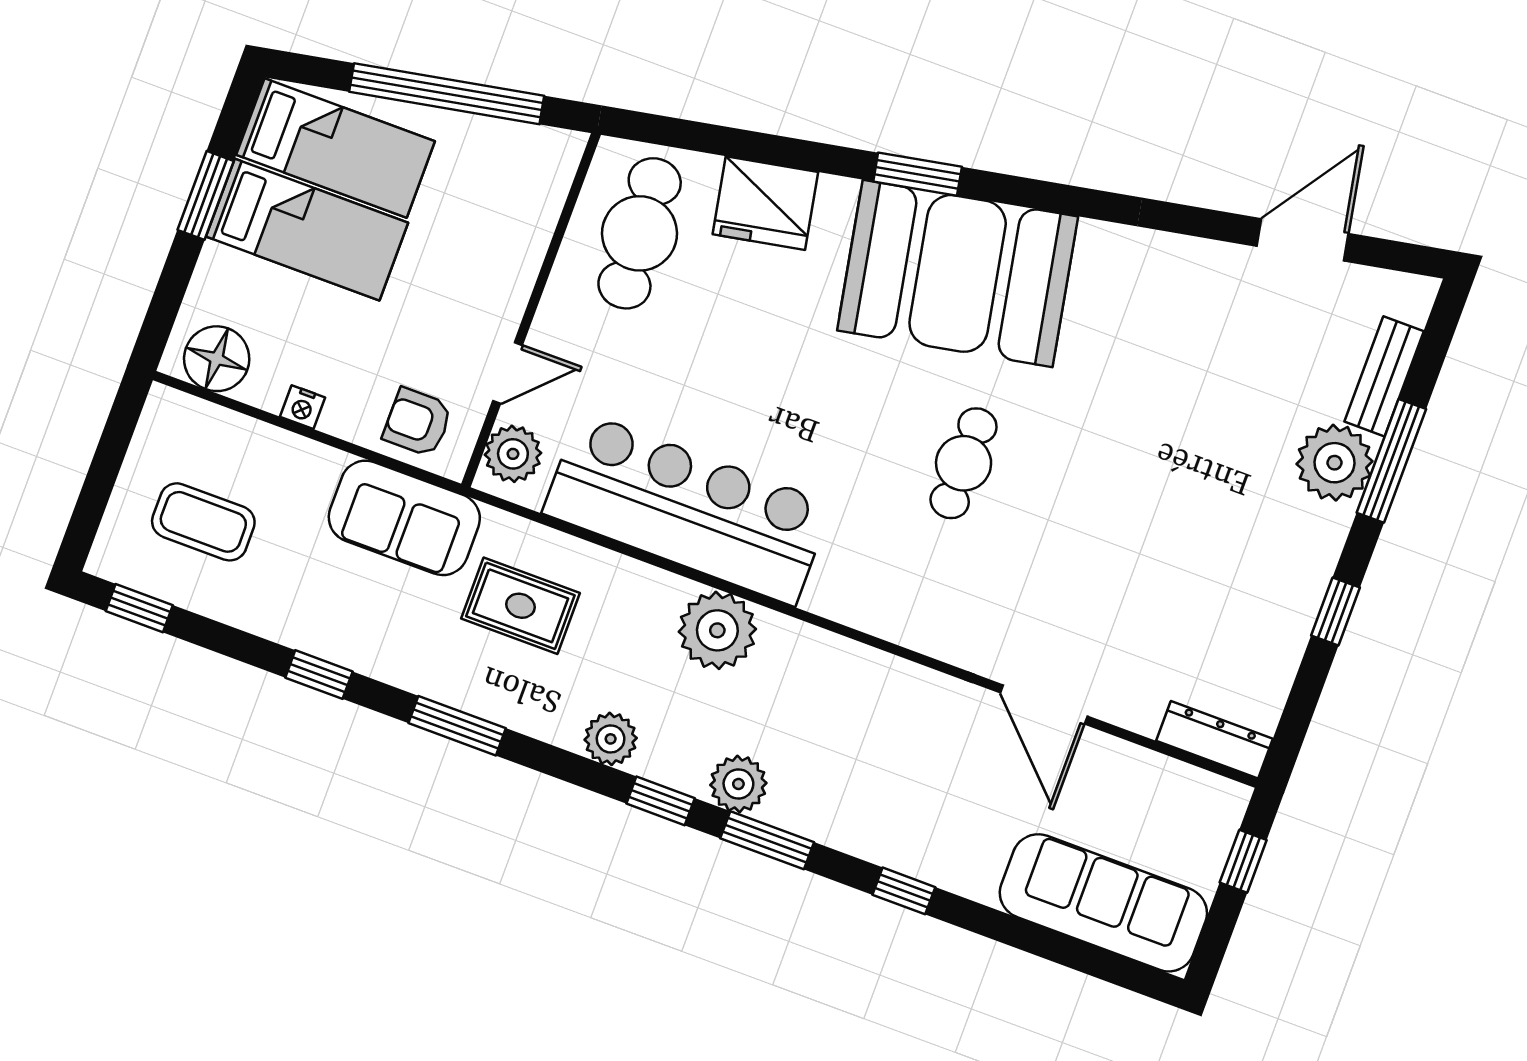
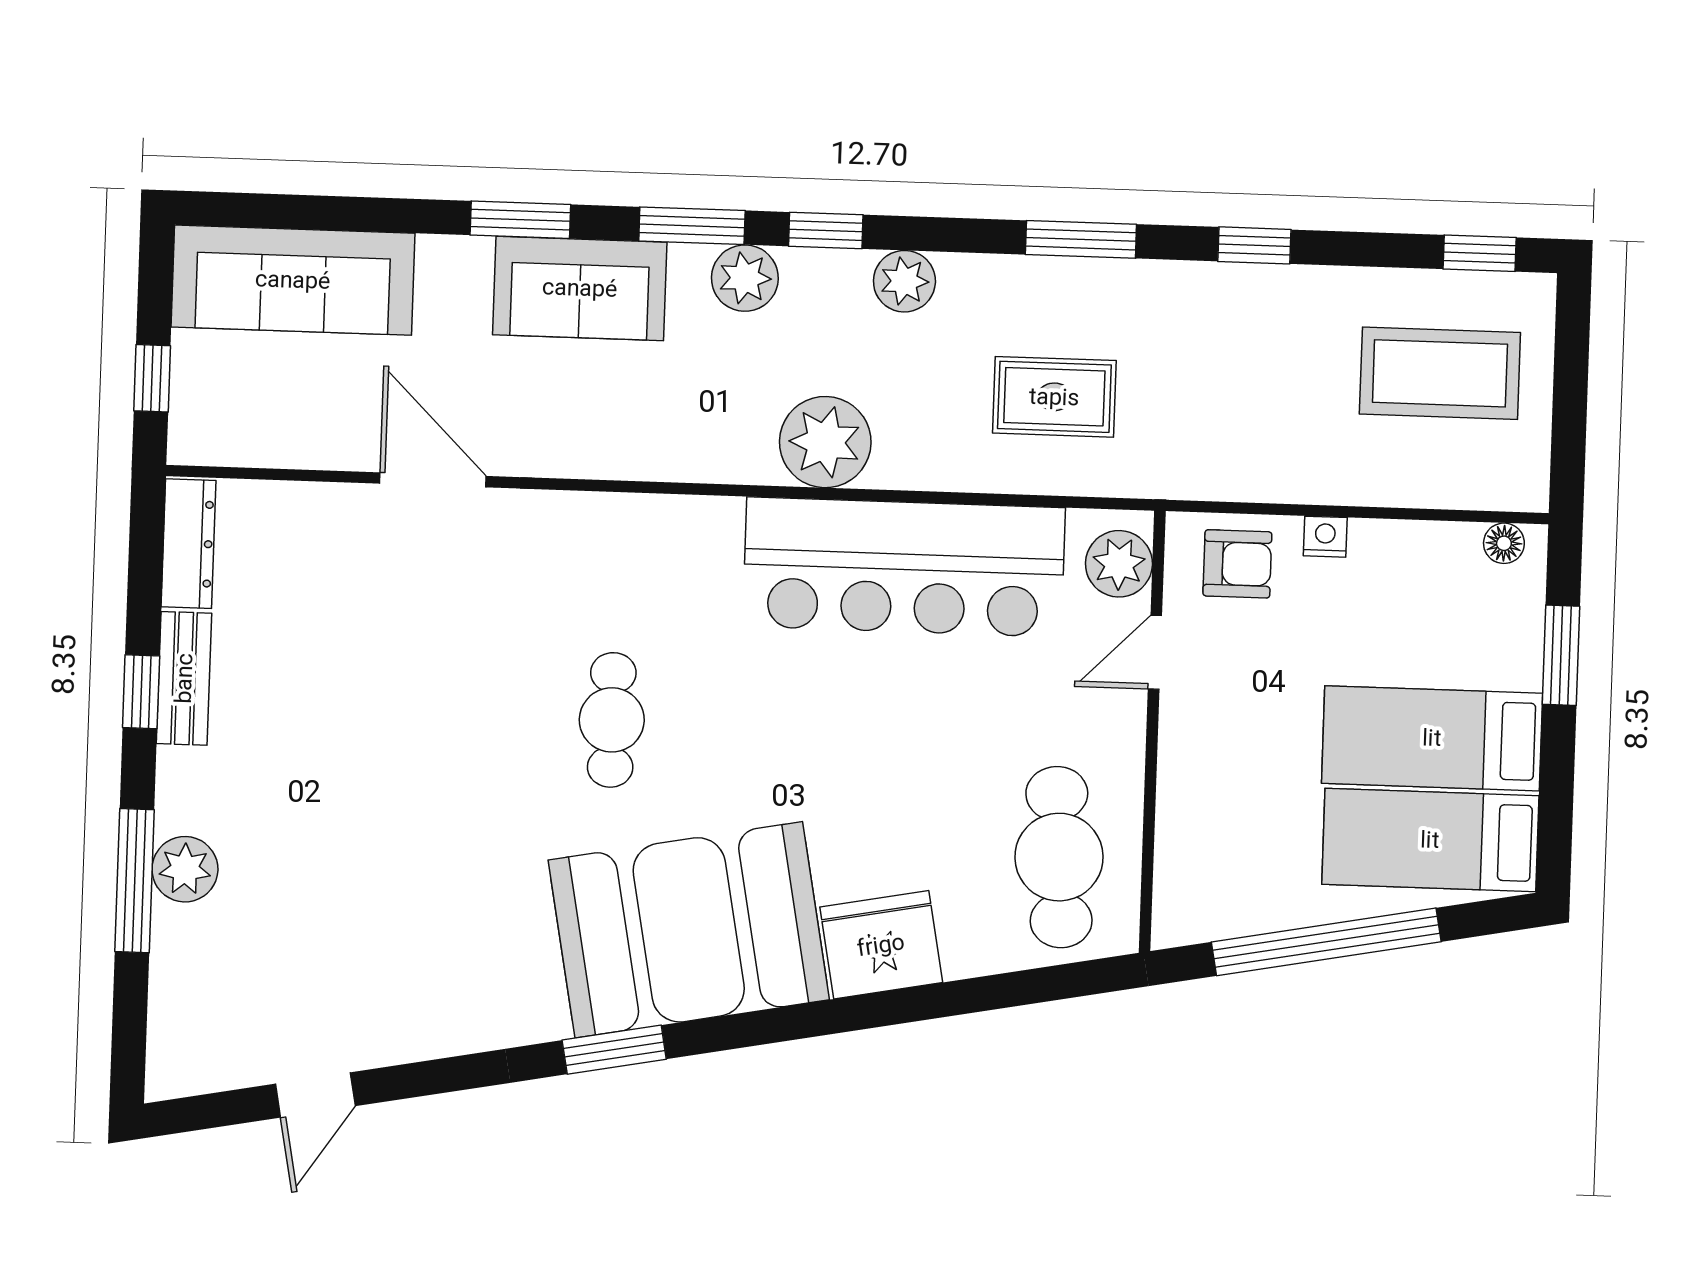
window: (918, 174) -> (614, 1050), moved
window: (206, 195) -> (1561, 655), moved
fridge: (765, 203) -> (881, 945), moved
door: (1303, 240) -> (315, 1095), width x0.73
floor lamp: (217, 359) -> (1504, 543), width x0.53, depth x0.53
bench: (1384, 376) -> (184, 678), moved
nightstand: (303, 407) -> (1325, 537), moved
plant: (1335, 463) -> (185, 869), width x0.73, depth x0.73
sofa: (404, 518) -> (580, 288), moved, turned 180
coffee table: (203, 522) -> (1440, 373), width x1.36, depth x1.32
dresser: (1214, 740) -> (189, 544), moved, turned -90
window: (904, 891) -> (520, 220), width x1.50

